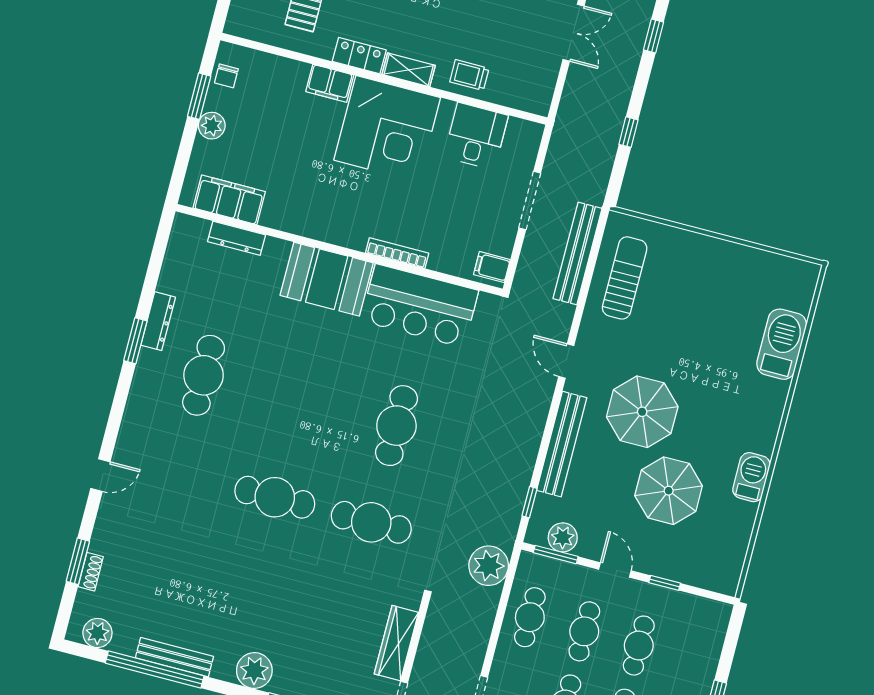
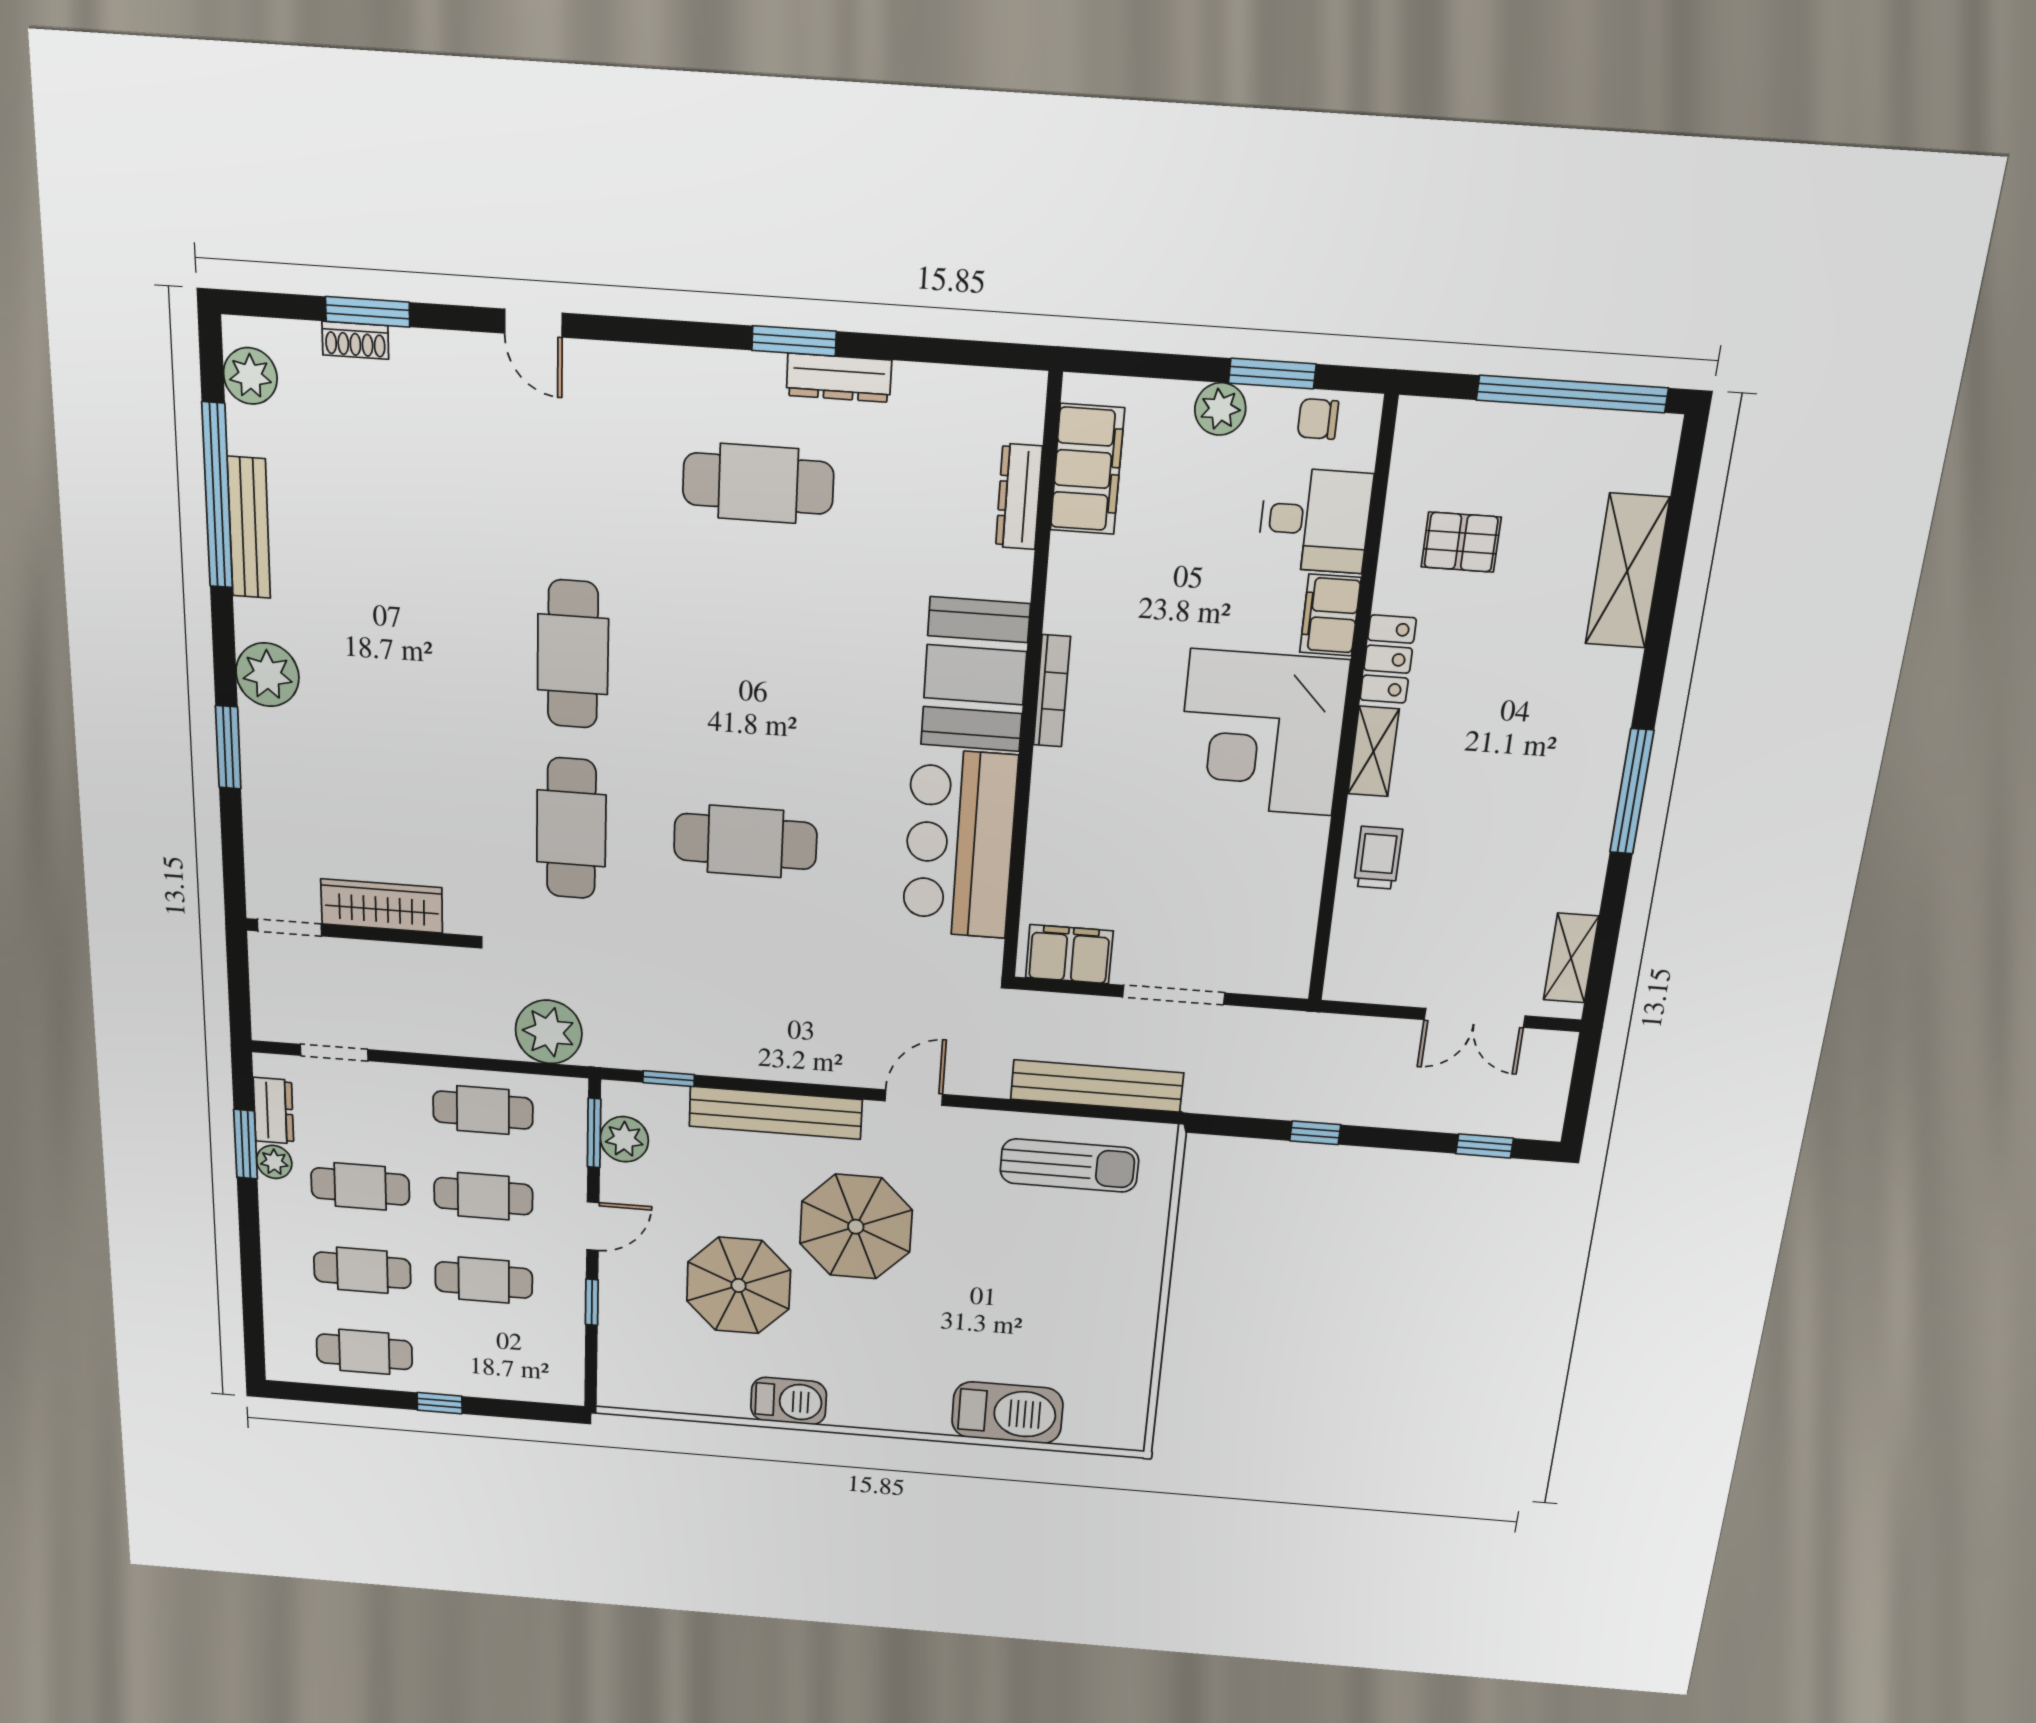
desk: (476, 136) -> (1315, 520), moved
bookcase: (397, 253) -> (1052, 691), moved
filing cabinet: (492, 267) -> (1069, 954), width x2.00

